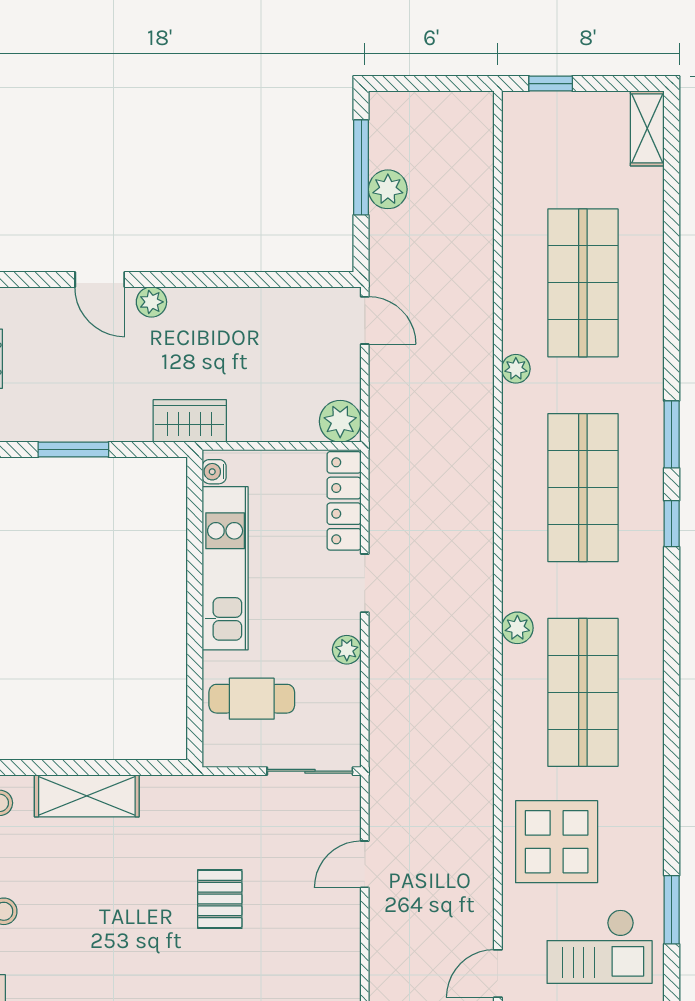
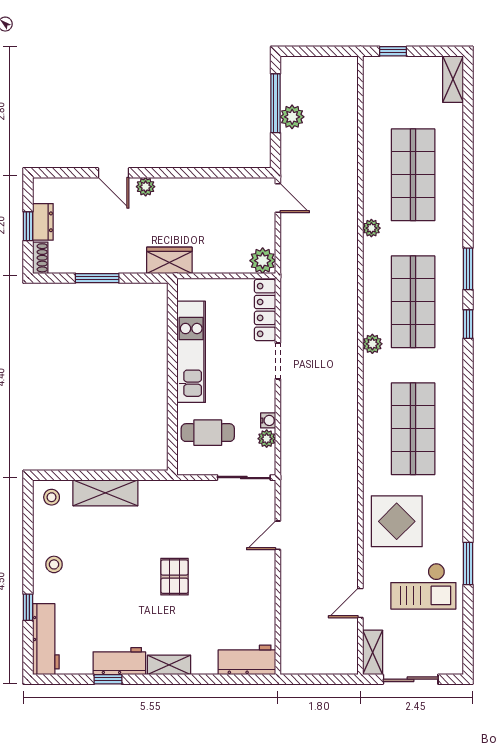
water cooler: (214, 472) -> (268, 420), moved, turned 180
plant: (517, 628) -> (372, 344), moved
plant: (347, 650) -> (267, 439), moved
pallet: (220, 899) -> (175, 577), moved

